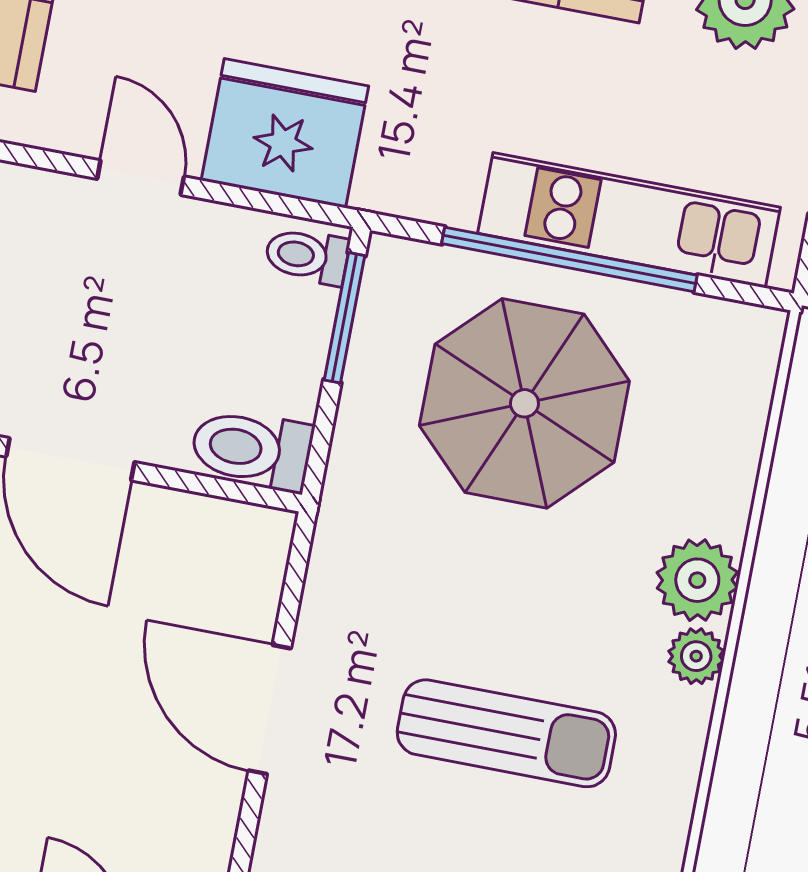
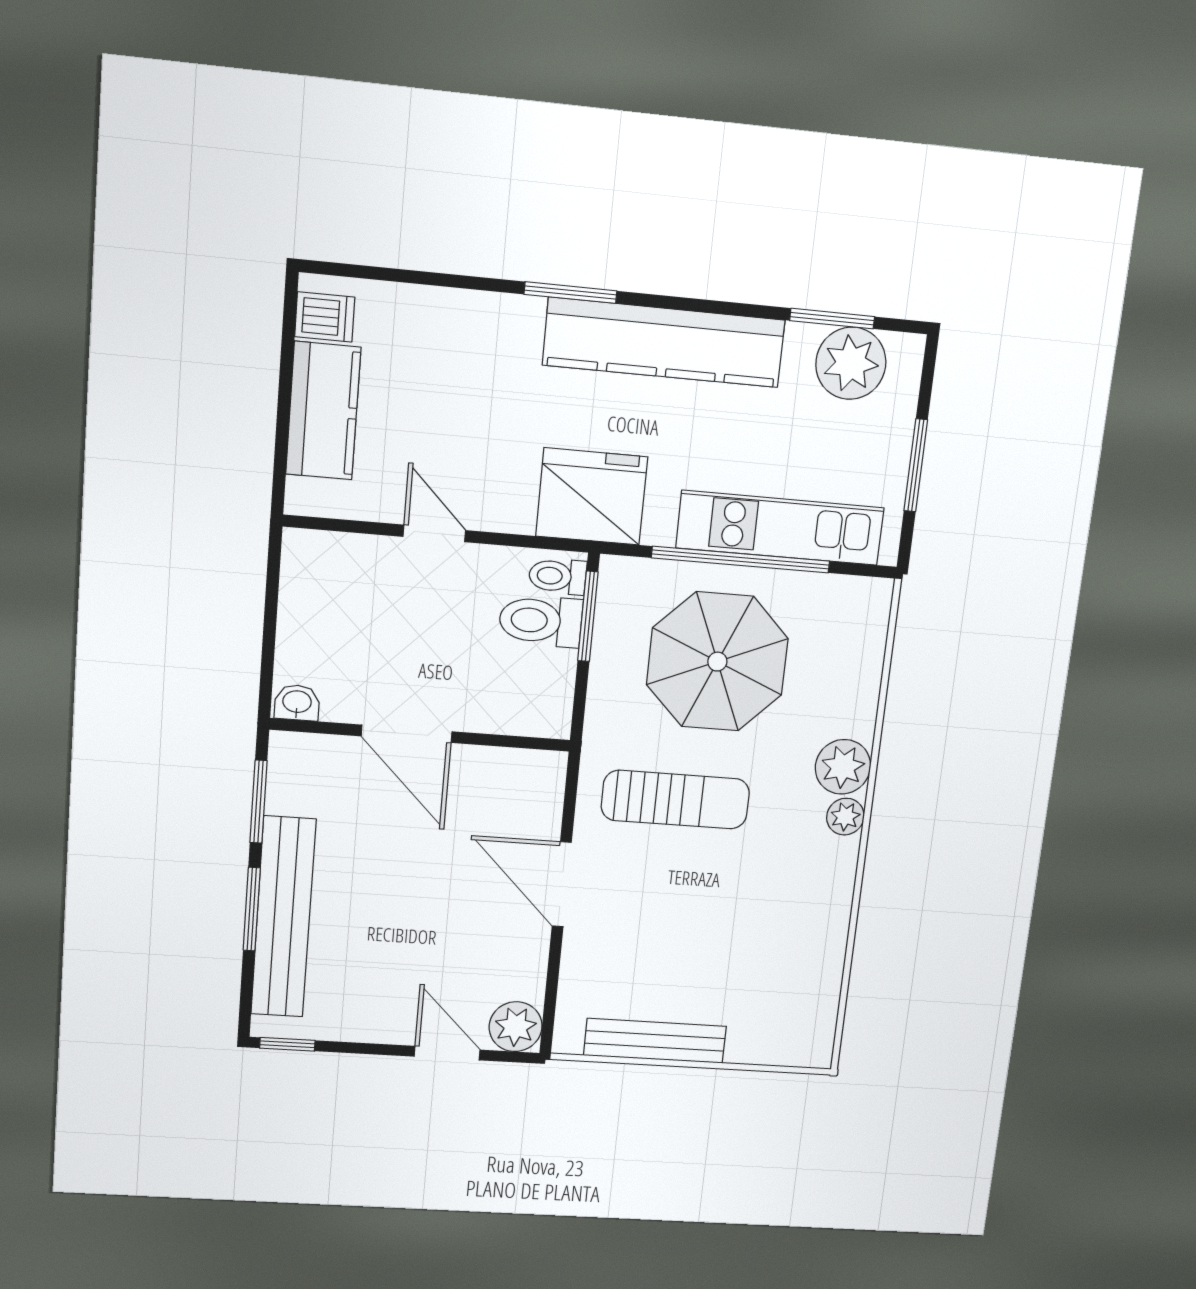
fridge: (285, 133) -> (592, 496), moved
toilet: (252, 449) -> (541, 621), moved
sun lounger: (506, 733) -> (675, 800), moved

